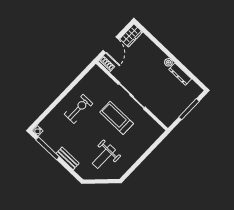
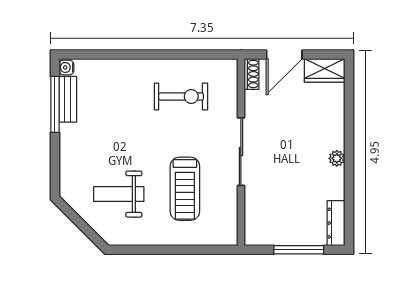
dresser: (180, 74) -> (336, 223), moved
exercise bike: (78, 109) -> (181, 96), moved
treadmill: (117, 118) -> (185, 189), moved, turned 180
bench: (68, 158) -> (68, 99), moved

